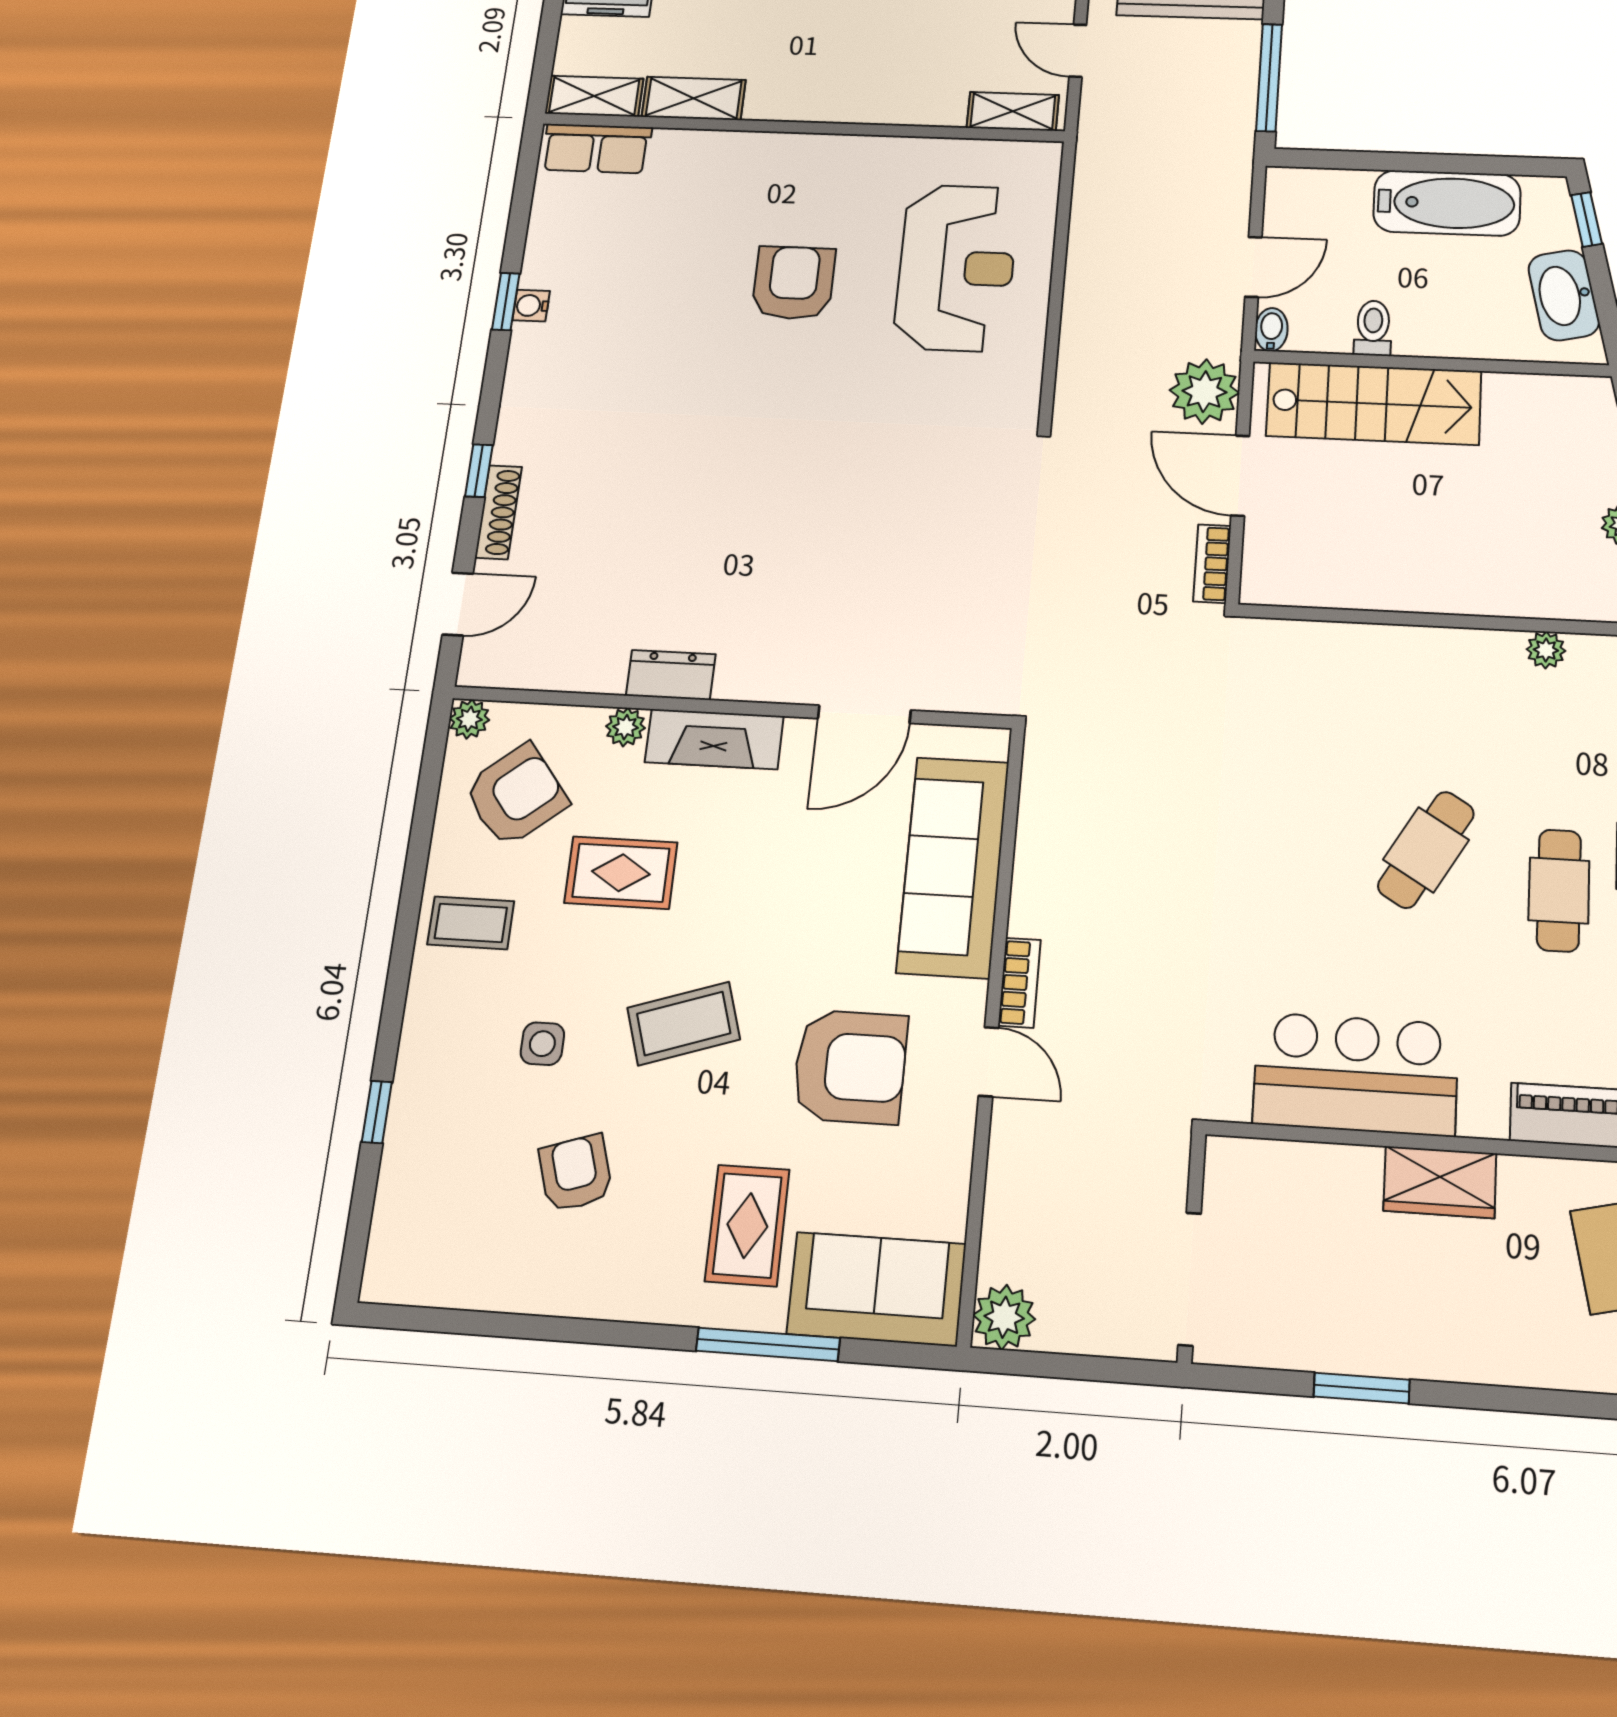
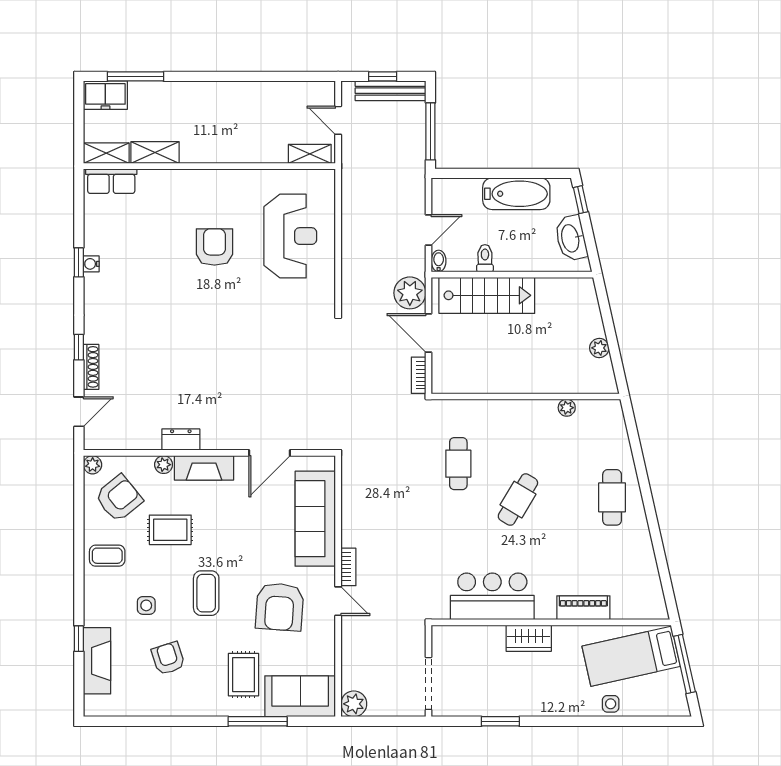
cafe table: (1559, 890) -> (458, 464), moved
coffee table: (684, 1024) -> (206, 593), turned -72
armchair: (850, 1067) -> (280, 607), turned 94
fireplace: (410, 1168) -> (97, 661), added

